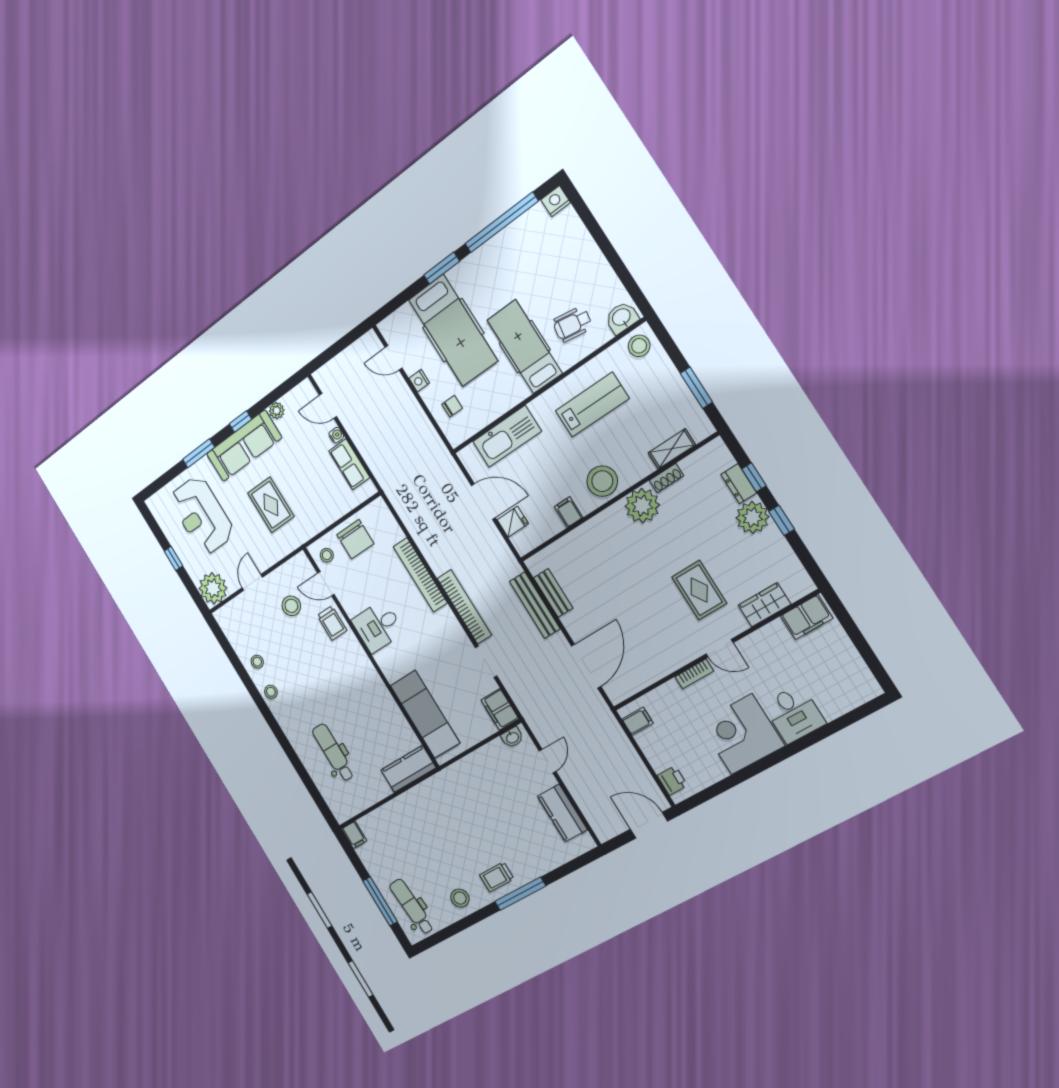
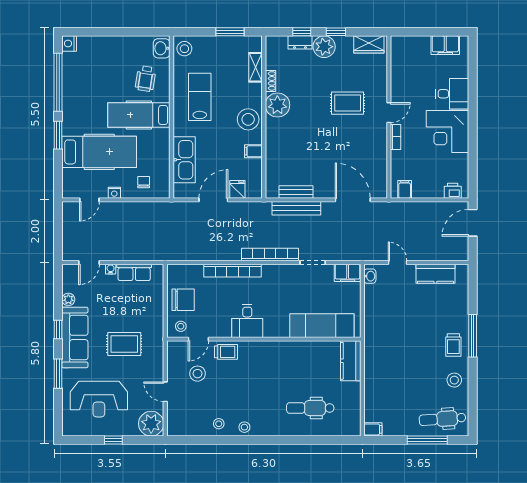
wardrobe: (764, 605) -> (369, 44), moved, turned -90
filing cabinet: (807, 617) -> (445, 45), moved, turned 90

